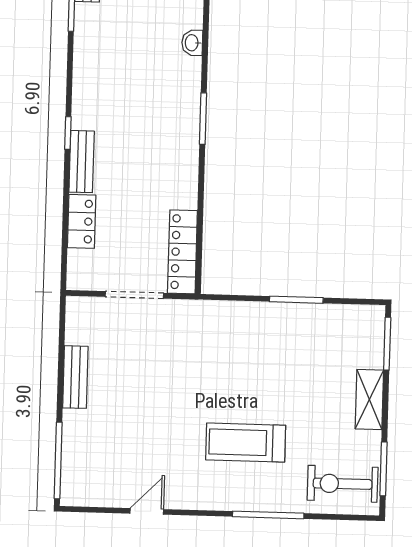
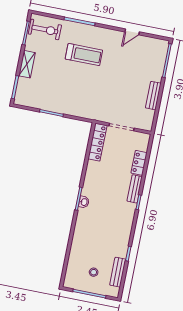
washbasin: (192, 43) -> (84, 202), moved

